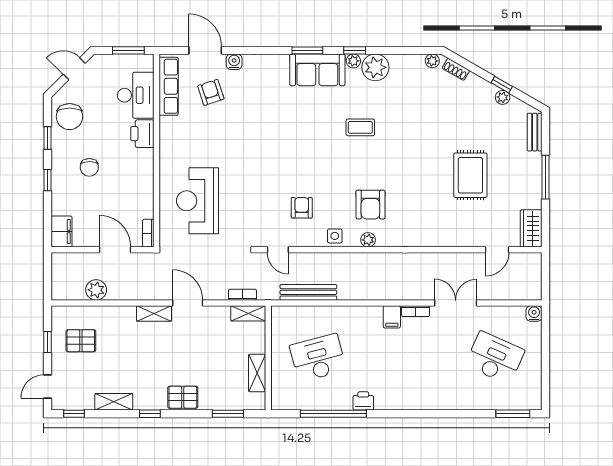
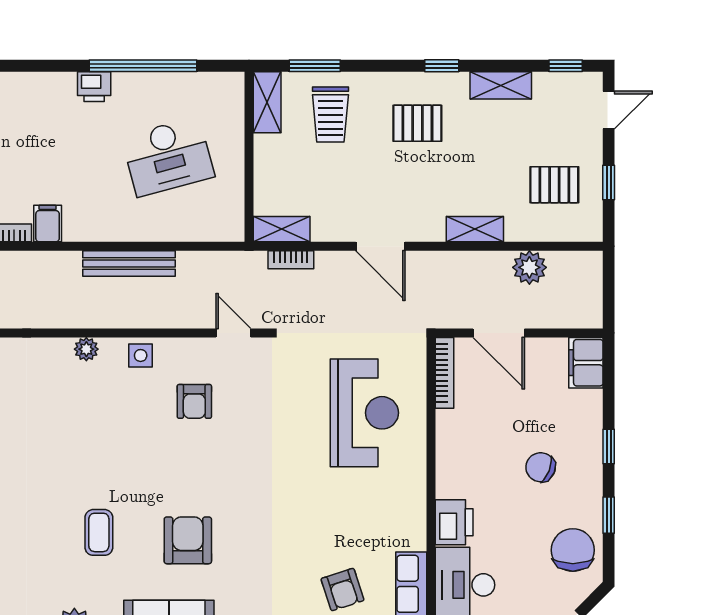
coffee table: (360, 127) -> (99, 532), turned 90
chair: (89, 167) -> (541, 467), turned -68
armchair: (370, 205) -> (188, 540), moved
bookcase: (148, 233) -> (444, 373), width x1.56
bench: (308, 292) -> (129, 264), moved
shelving: (154, 313) -> (475, 229), moved
shelving: (257, 373) -> (267, 102), moved
trolley: (218, 384) -> (330, 114), added
pallet: (183, 397) -> (417, 123), moved

